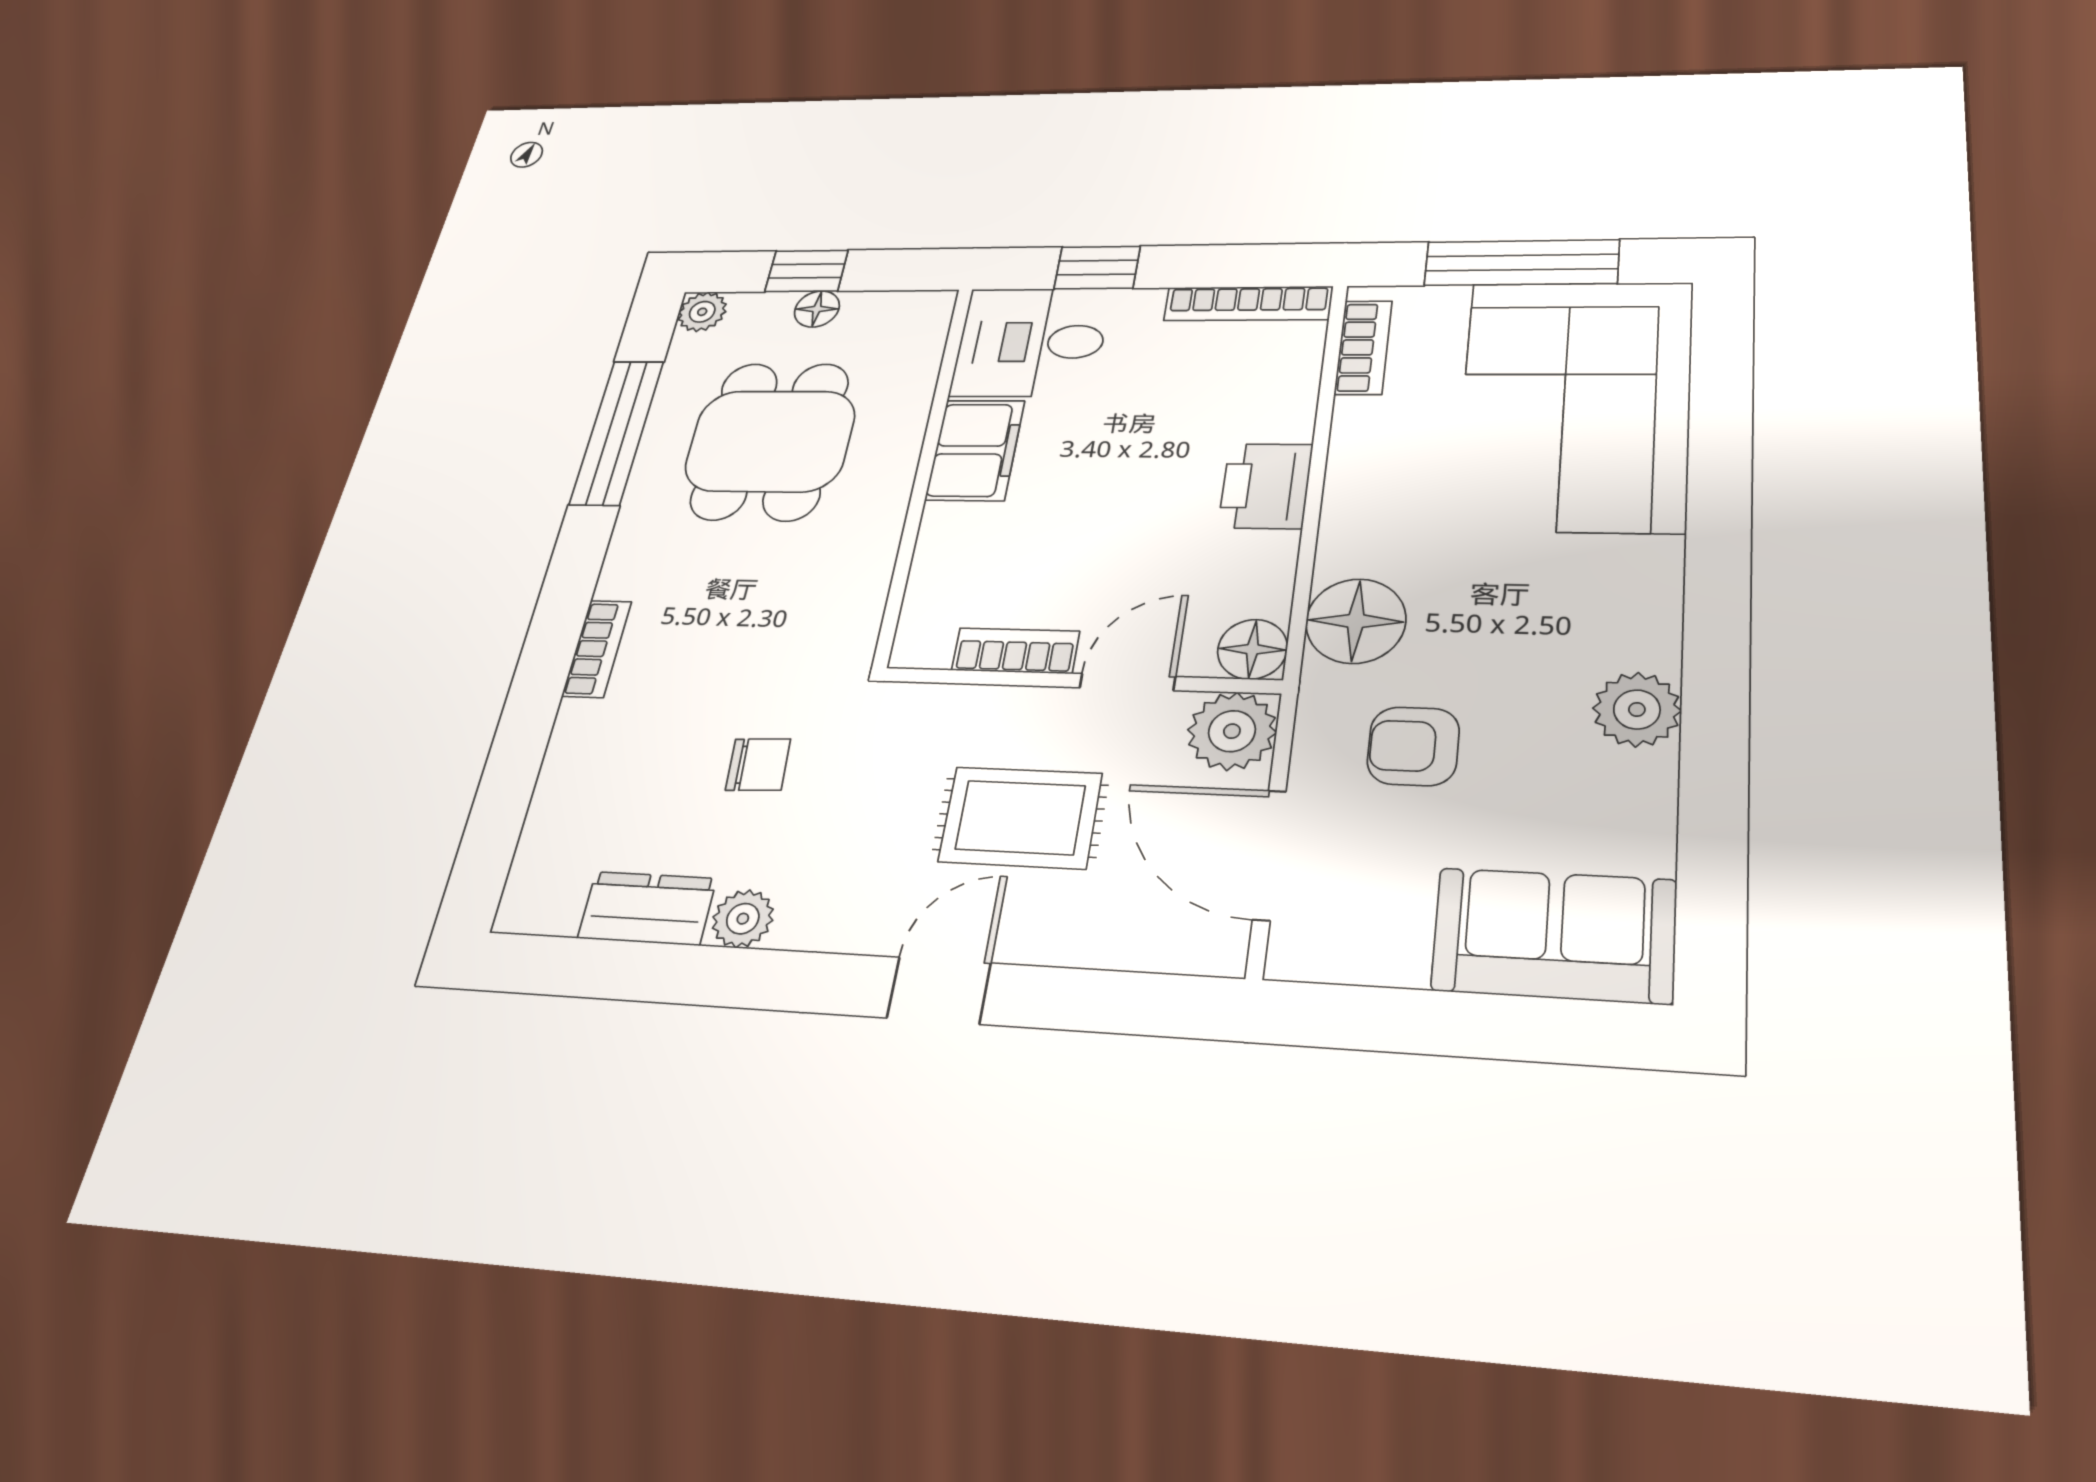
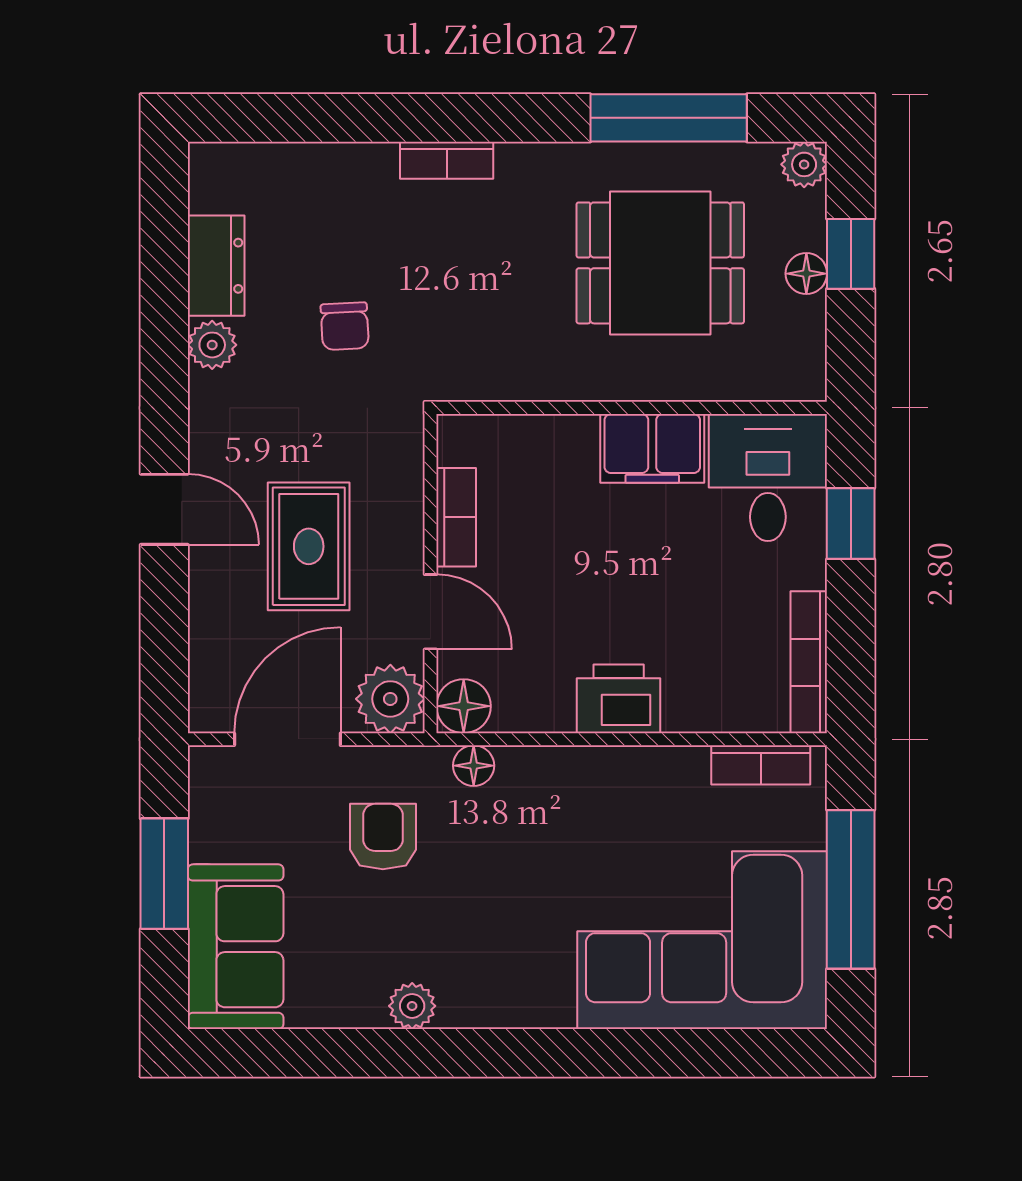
floor lamp: (1356, 621) -> (474, 766), width x0.53, depth x0.53
plant: (1637, 710) -> (412, 1006), width x0.73, depth x0.73
window: (1442, 1023) -> (164, 874), added

